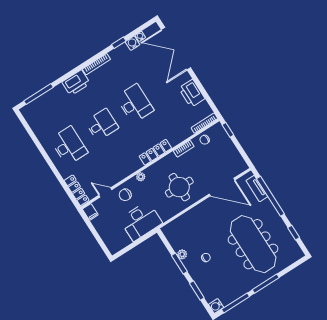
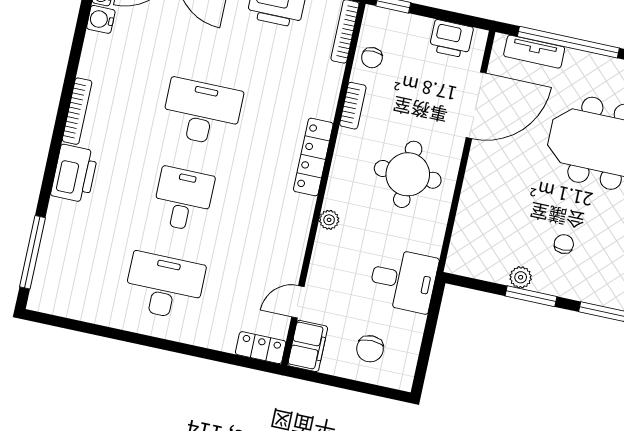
window: (119, 43) -> (78, 41), removed
printer: (235, 159) -> (451, 39), added
locker: (77, 190) -> (261, 348), width x0.66
chair: (125, 195) -> (370, 349), moved
filing cabinet: (90, 212) -> (308, 346), width x2.00
desk: (141, 221) -> (403, 280), width x0.73

